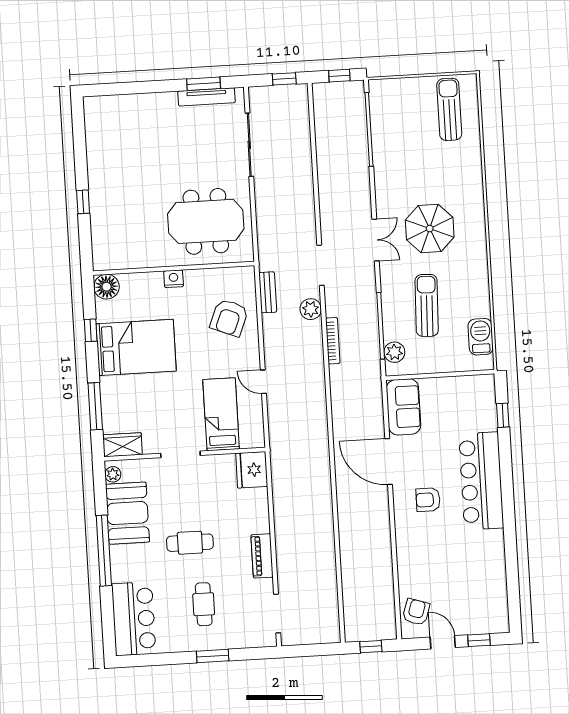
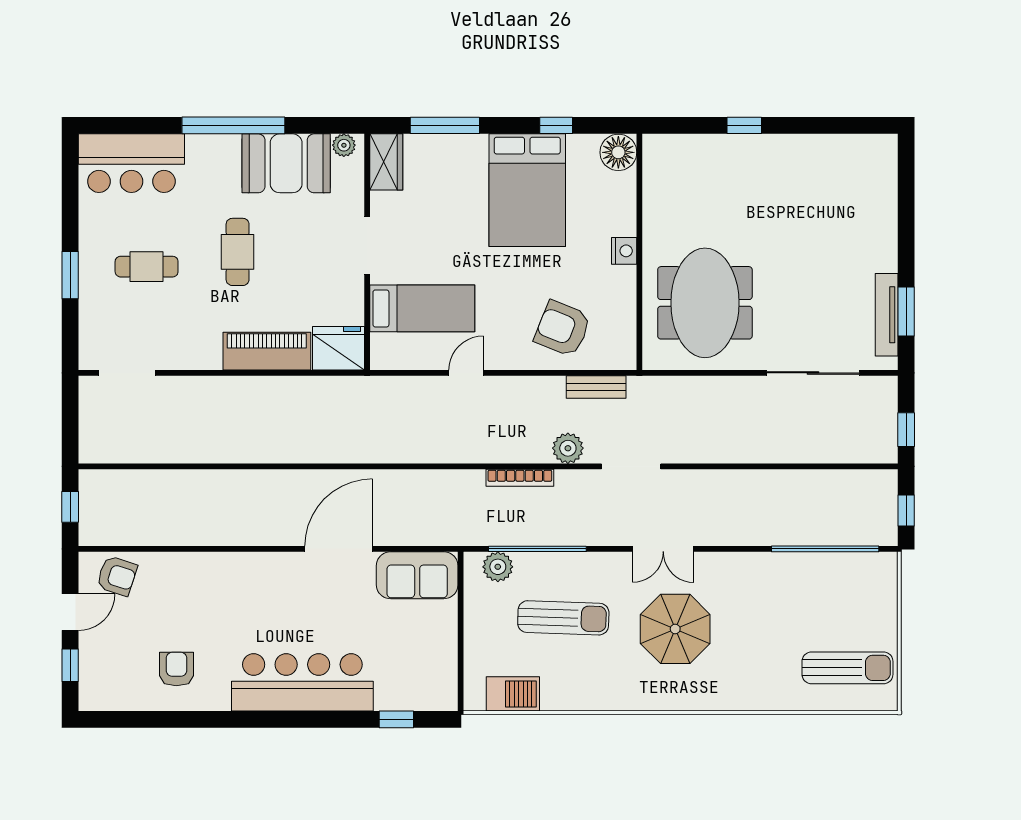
armchair: (428, 500) -> (176, 669), moved
piano: (262, 556) -> (267, 351), moved, width x1.37, depth x1.33

